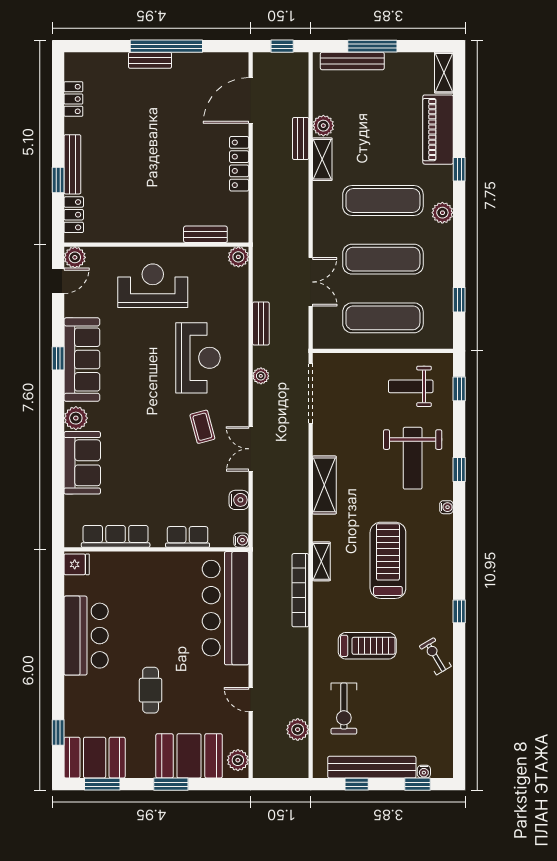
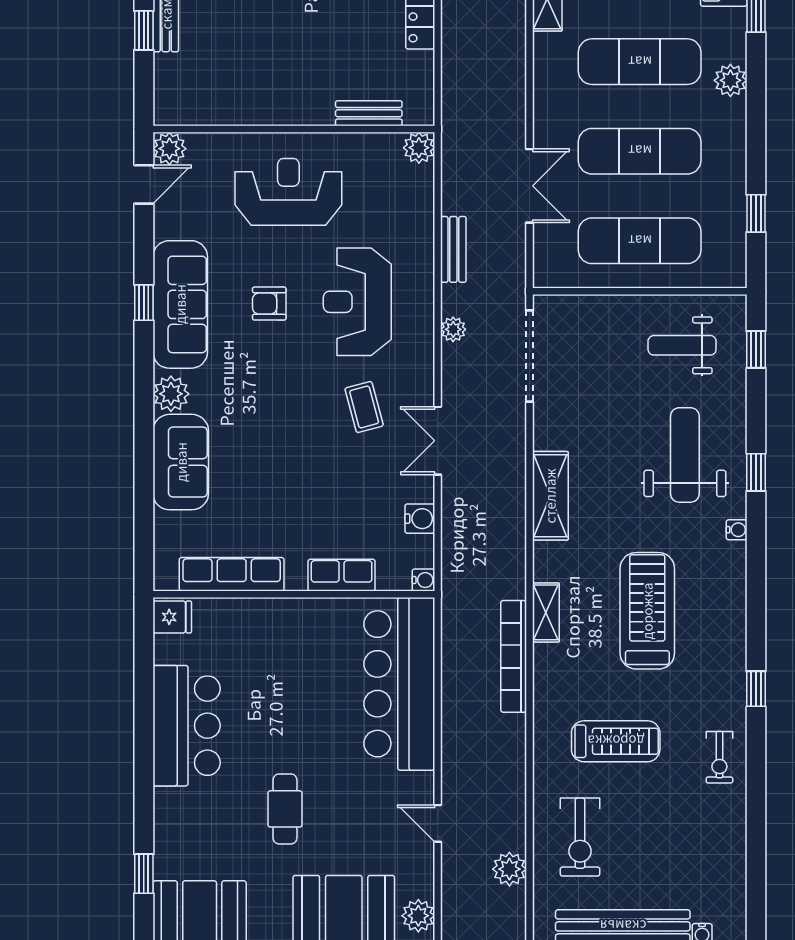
locker: (74, 215) -> (168, 83), removed
reception desk: (198, 358) -> (357, 302), turned 180
armchair: (140, 359) -> (269, 304), added
weight bench: (413, 458) -> (685, 455), turned 180
exercise bike: (435, 656) -> (719, 757), turned -149

